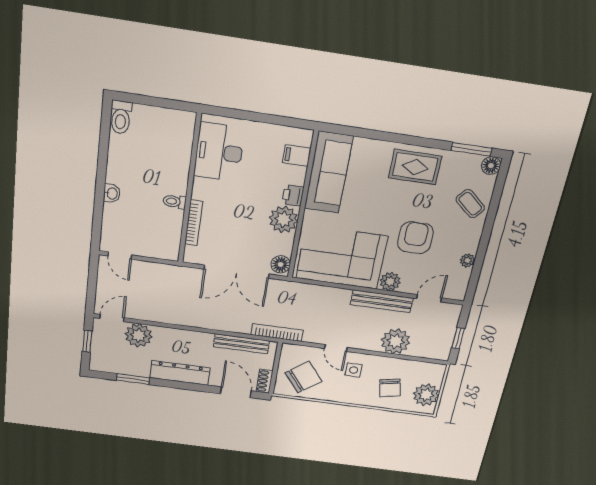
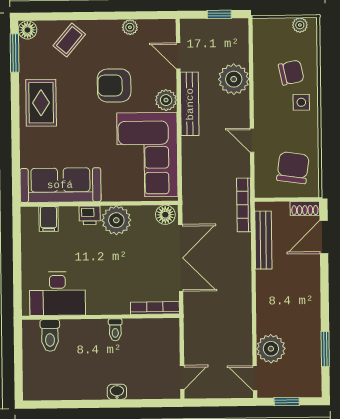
toilet: (121, 117) -> (50, 335), moved, turned 90
bookcase: (194, 223) -> (155, 308), moved
door: (336, 348) -> (252, 140), swing flipped
side table: (354, 370) -> (301, 102), moved
dresser: (180, 373) -> (309, 300), removed
chair: (303, 377) -> (293, 168), turned 46
plant: (426, 395) -> (300, 25), width x0.53, depth x0.53

